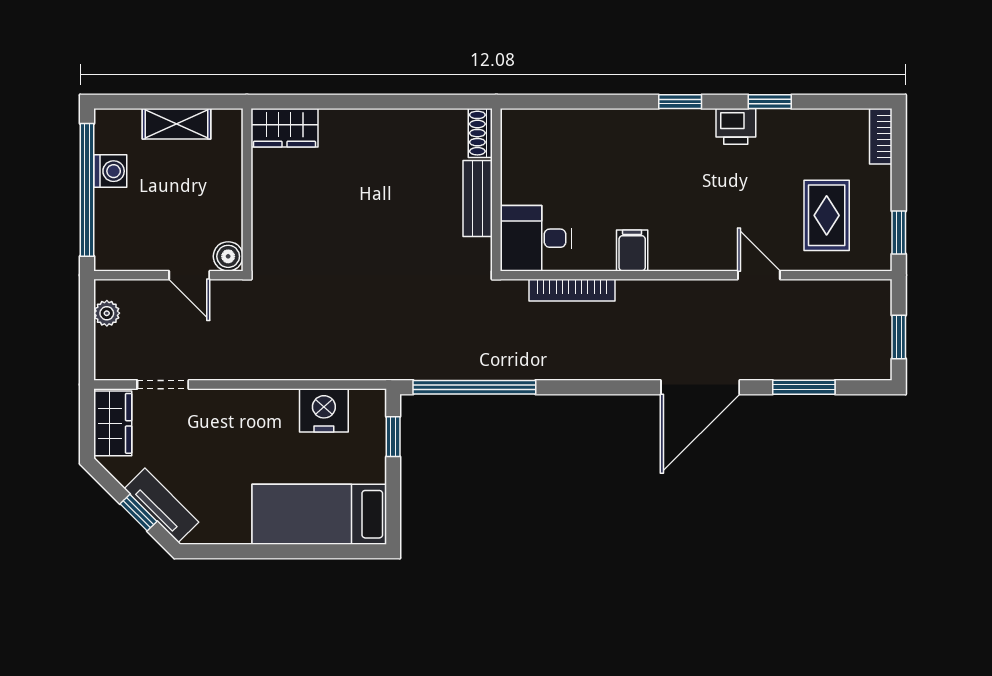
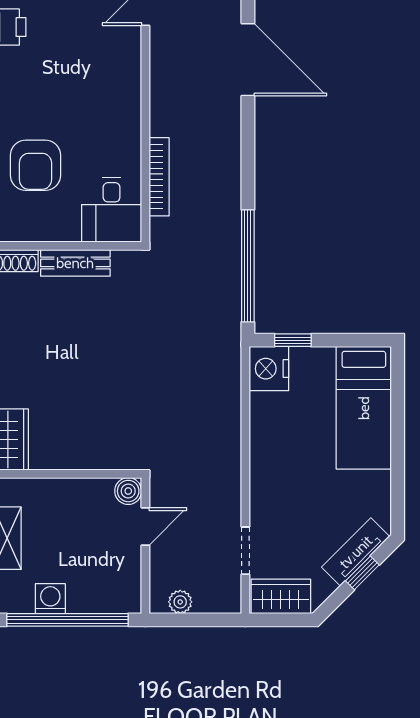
armchair: (585, 155) -> (35, 165), added
filing cabinet: (632, 250) -> (123, 122), removed
nightstand: (324, 410) -> (269, 369), moved

